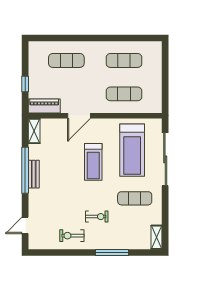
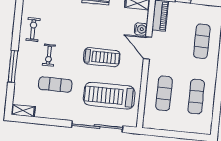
water cooler: (60, 125) -> (141, 29), added
treadmill: (93, 162) -> (102, 57), turned 180
exercise mat: (135, 198) -> (55, 85), moved, turned 90

